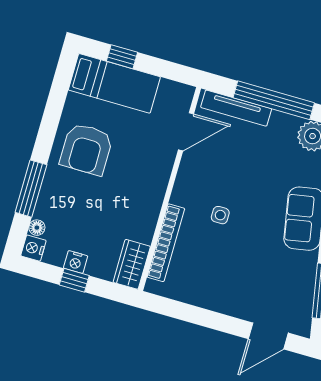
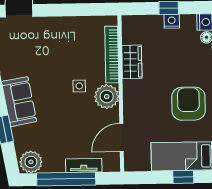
tv unit: (236, 108) -> (84, 165), width x0.71
plant: (189, 191) -> (107, 97), added
wardrobe: (132, 264) -> (132, 62), moved

